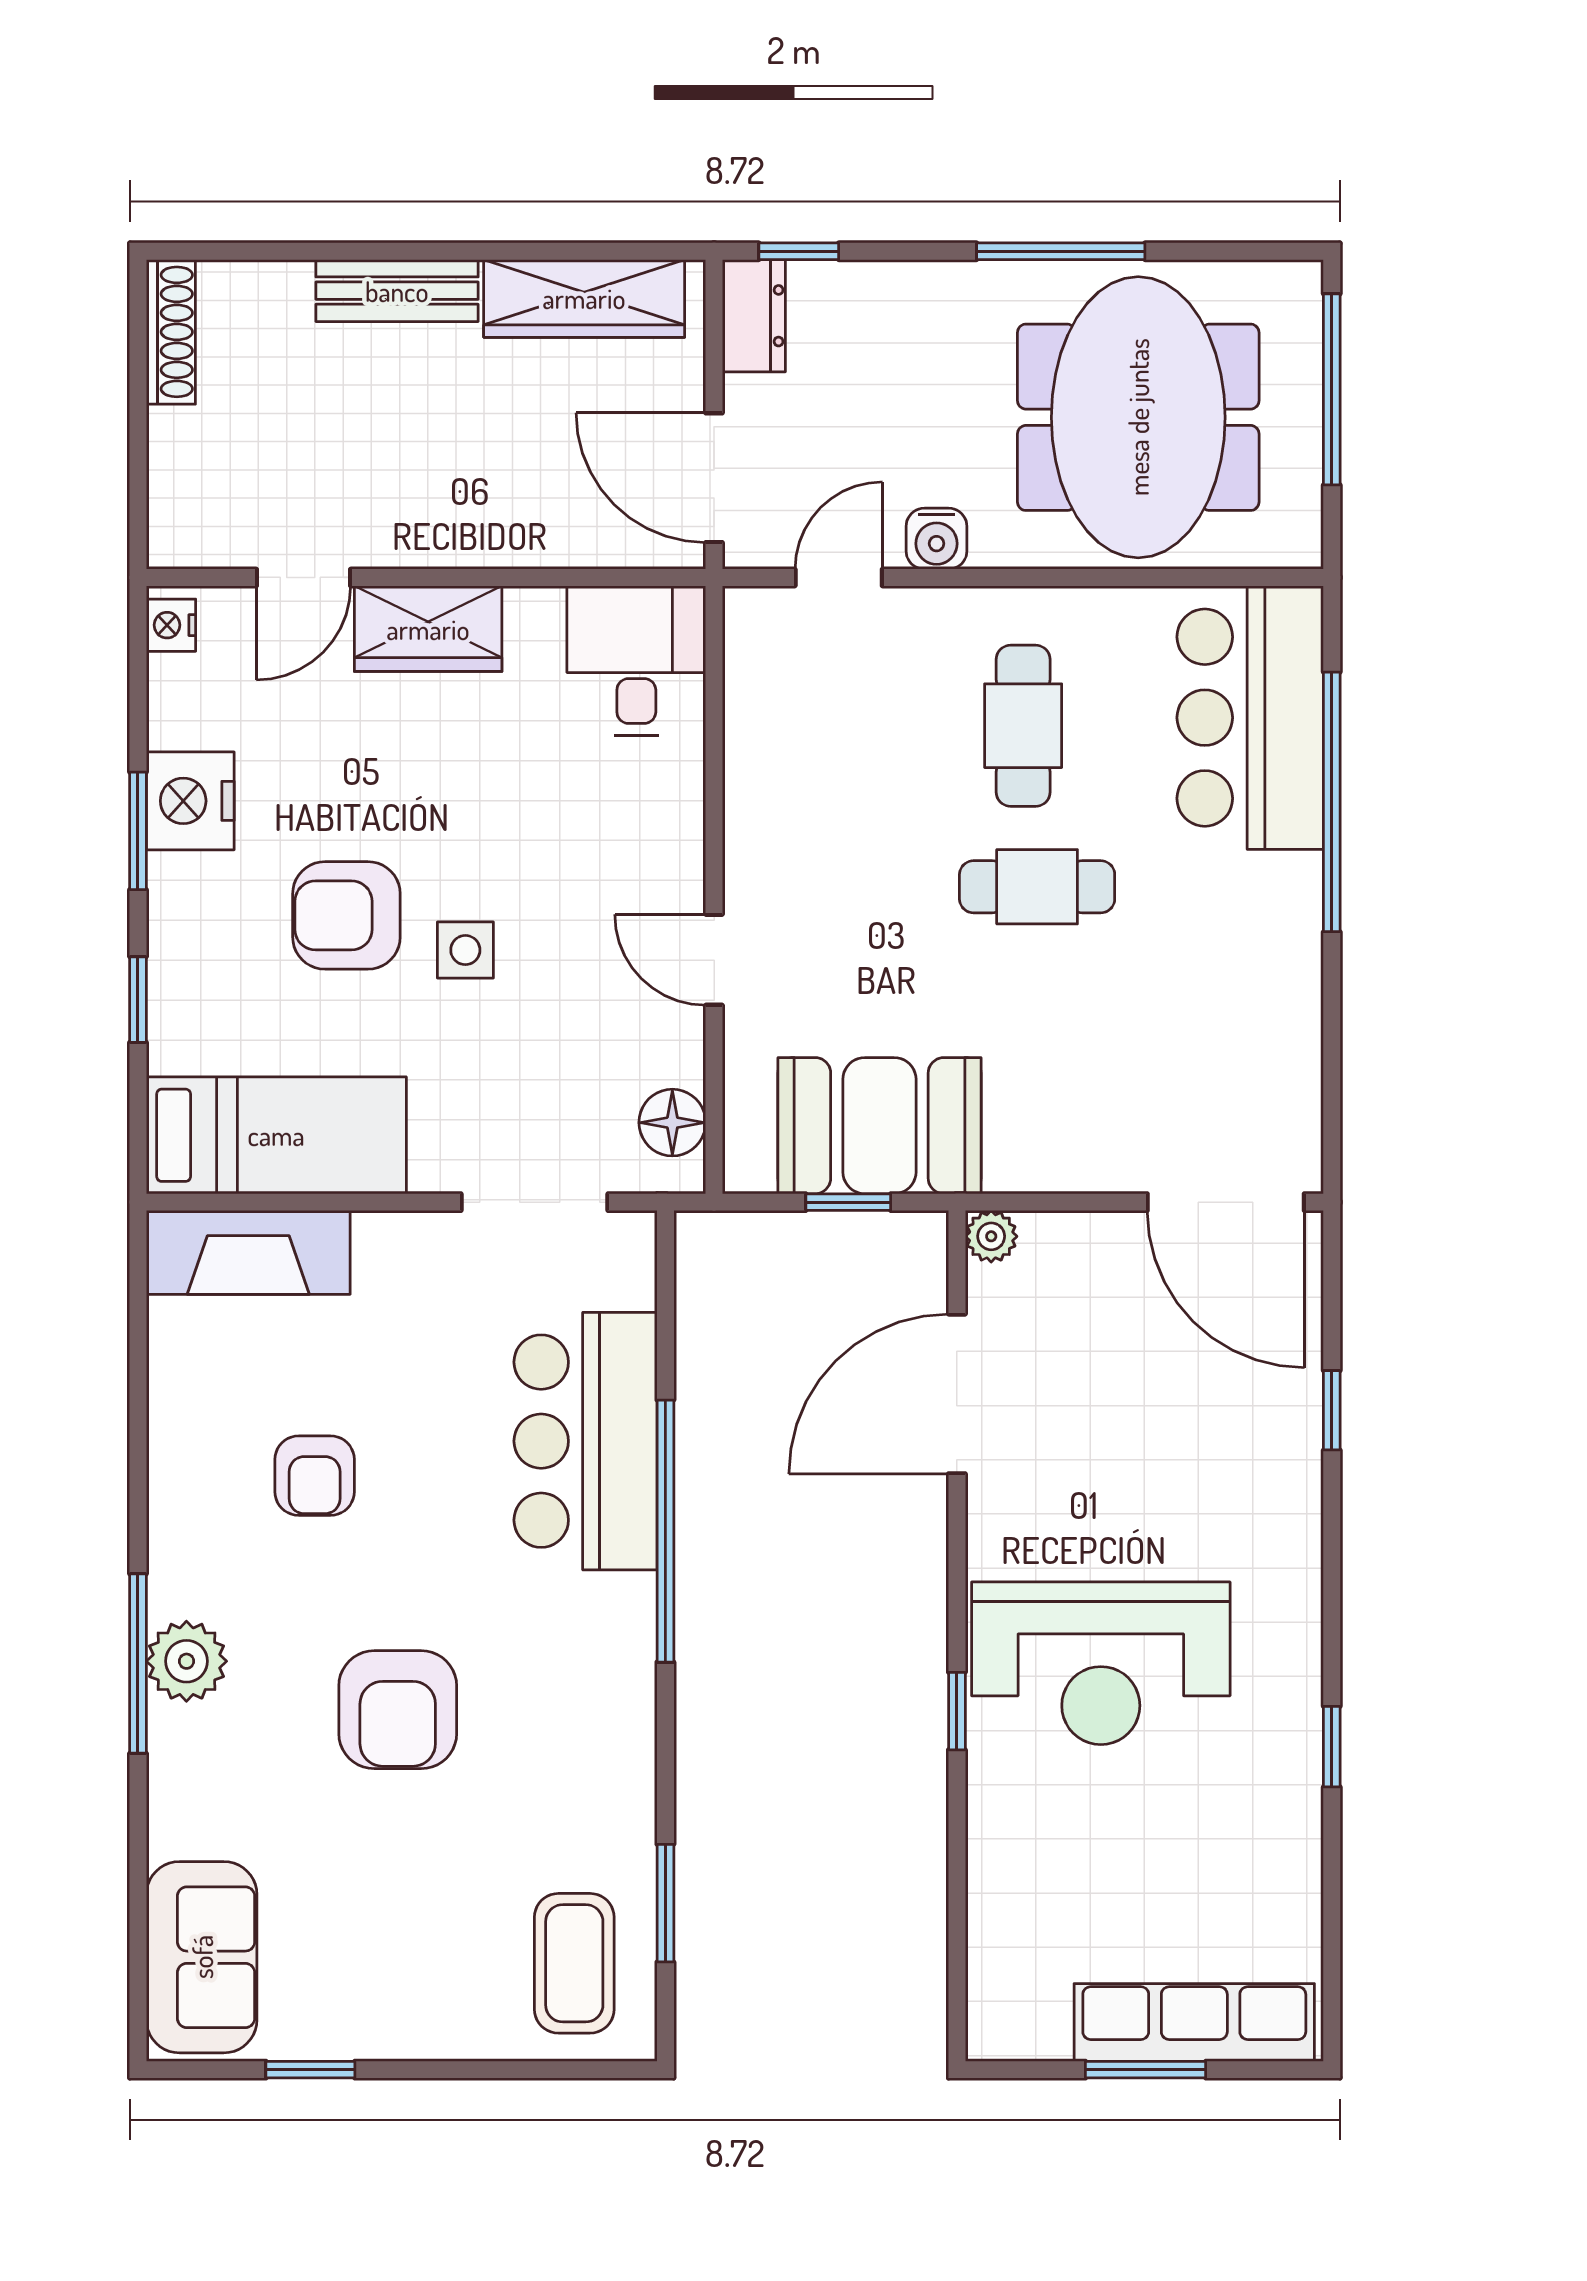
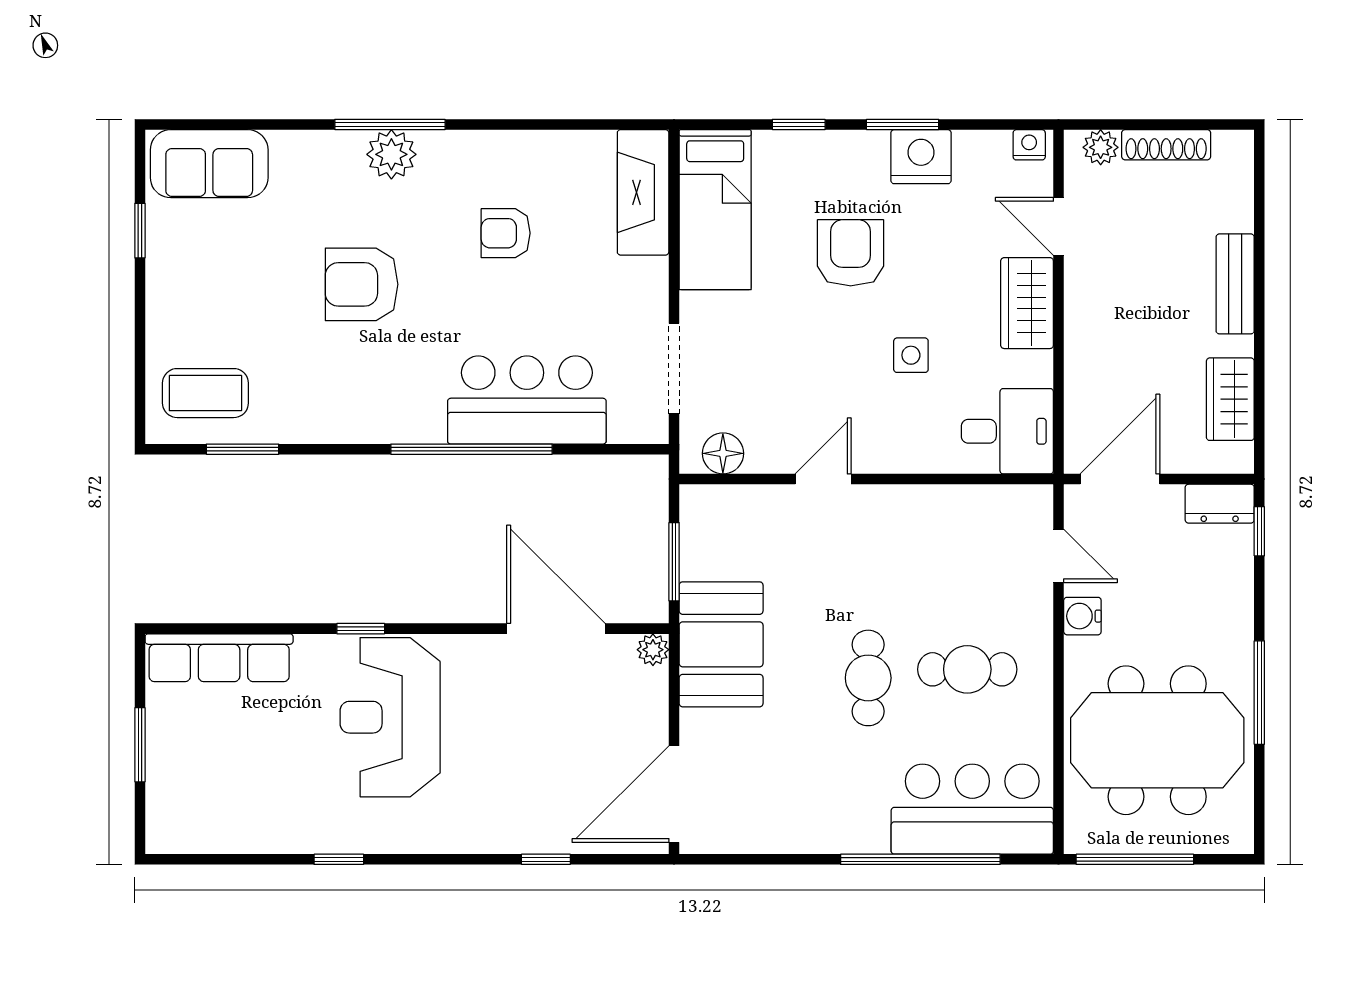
wardrobe: (584, 298) -> (1230, 399), width x0.67
shoe rack: (171, 332) -> (1166, 145), moved
window: (1332, 389) -> (1135, 859), moved
plant: (175, 509) -> (1101, 147), added
side table: (465, 950) -> (911, 355), moved
booth: (879, 1126) -> (721, 644), moved
window: (848, 1202) -> (674, 562), width x1.50
row of seats: (1194, 2022) -> (219, 658), moved, turned 90

